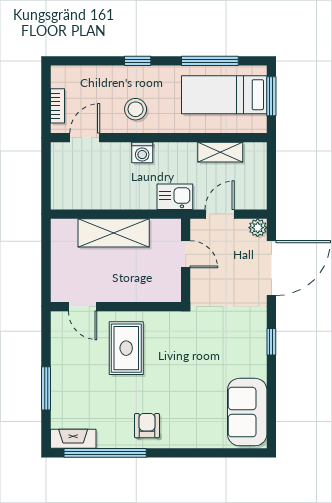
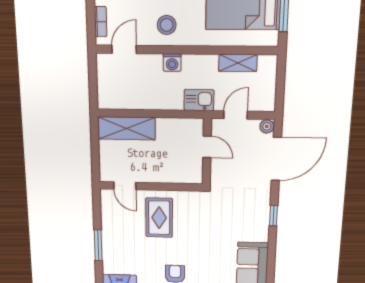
shelving: (114, 233) -> (126, 128), moved

